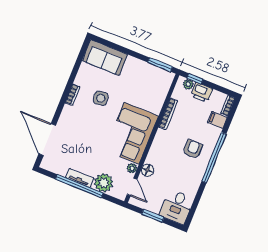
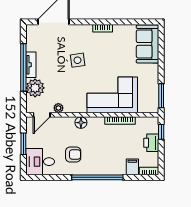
plant: (188, 84) -> (154, 128), removed
side table: (101, 98) -> (78, 60), moved
corner sofa: (132, 133) -> (112, 95), moved
armchair: (193, 149) -> (73, 154), moved
floor lamp: (148, 170) -> (81, 123), moved

